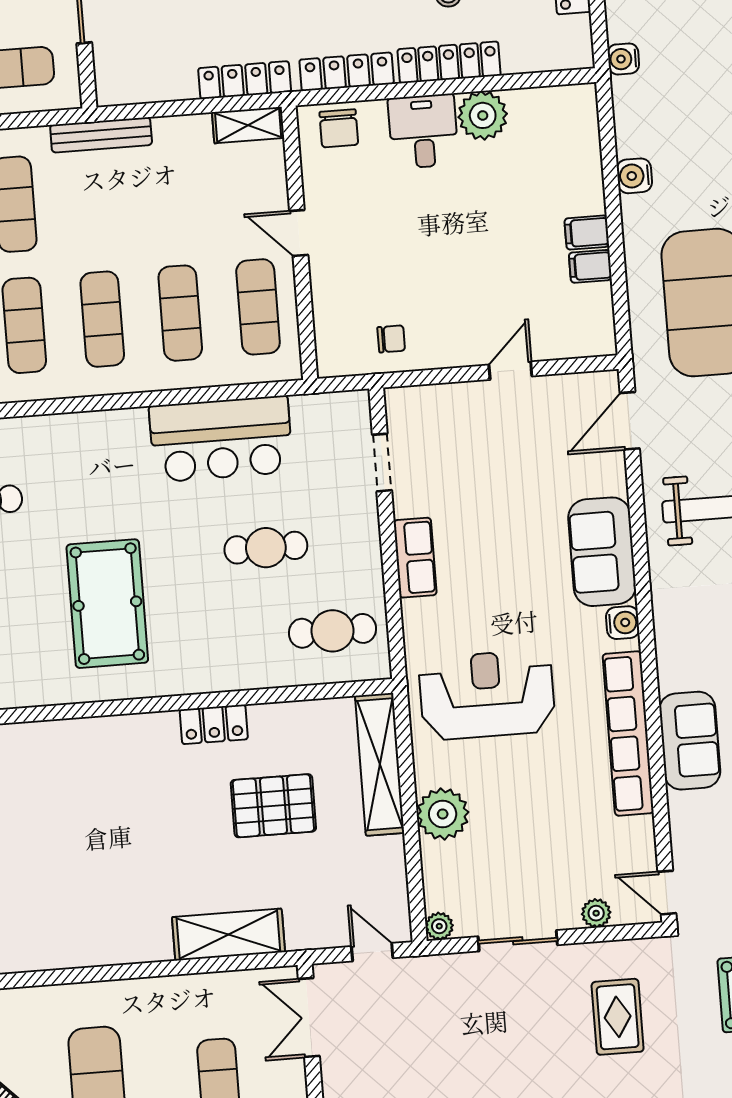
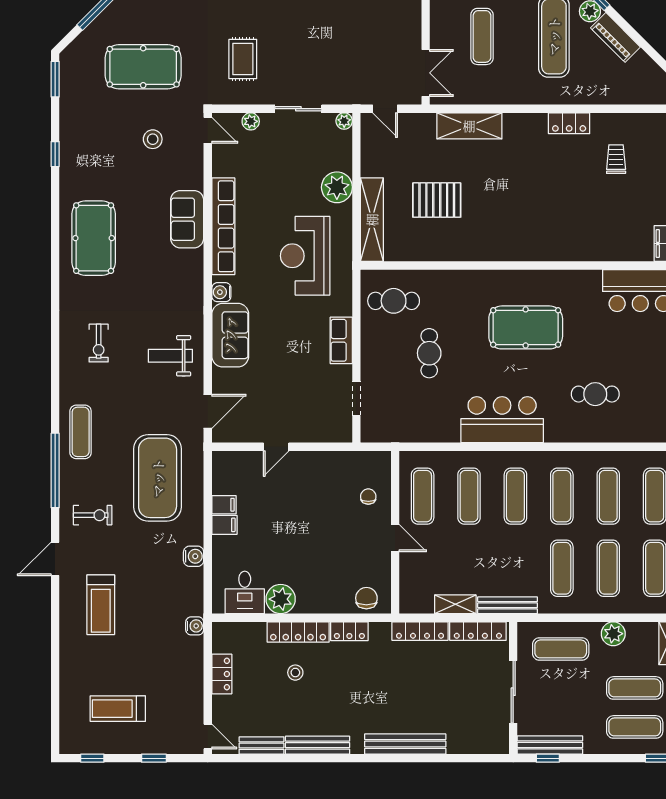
locker: (347, 72) -> (349, 631), width x0.66
locker: (147, 88) -> (478, 631), added
shelving: (248, 125) -> (455, 604), moved
desk: (423, 131) -> (245, 592), moved
chair: (391, 339) -> (368, 497), moved, turned 90
bar counter: (221, 439) -> (502, 420), moved
cafe table: (266, 548) -> (429, 353), turned 90
pool table: (107, 604) -> (526, 327), turned 90
reception desk: (487, 695) -> (305, 256), turned 90
locker: (214, 724) -> (569, 123), moved, turned 180

